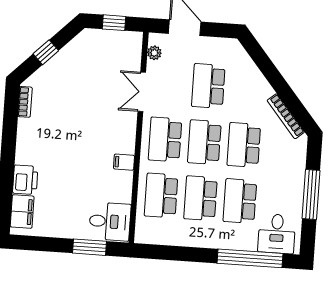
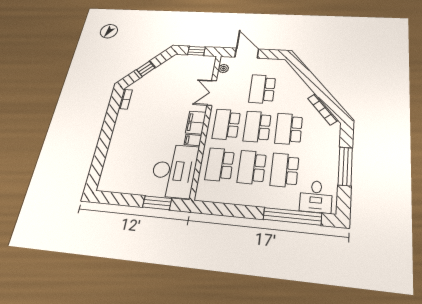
printer: (25, 180) -> (116, 151), removed
filing cabinet: (22, 212) -> (196, 123), moved, turned 180
desk: (110, 222) -> (174, 171), width x1.87, depth x1.30

